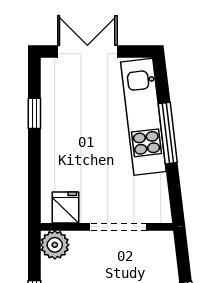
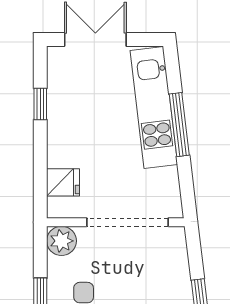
fridge: (65, 208) -> (63, 182), moved, turned 90
doorway: (118, 227) -> (127, 222), width x1.36

